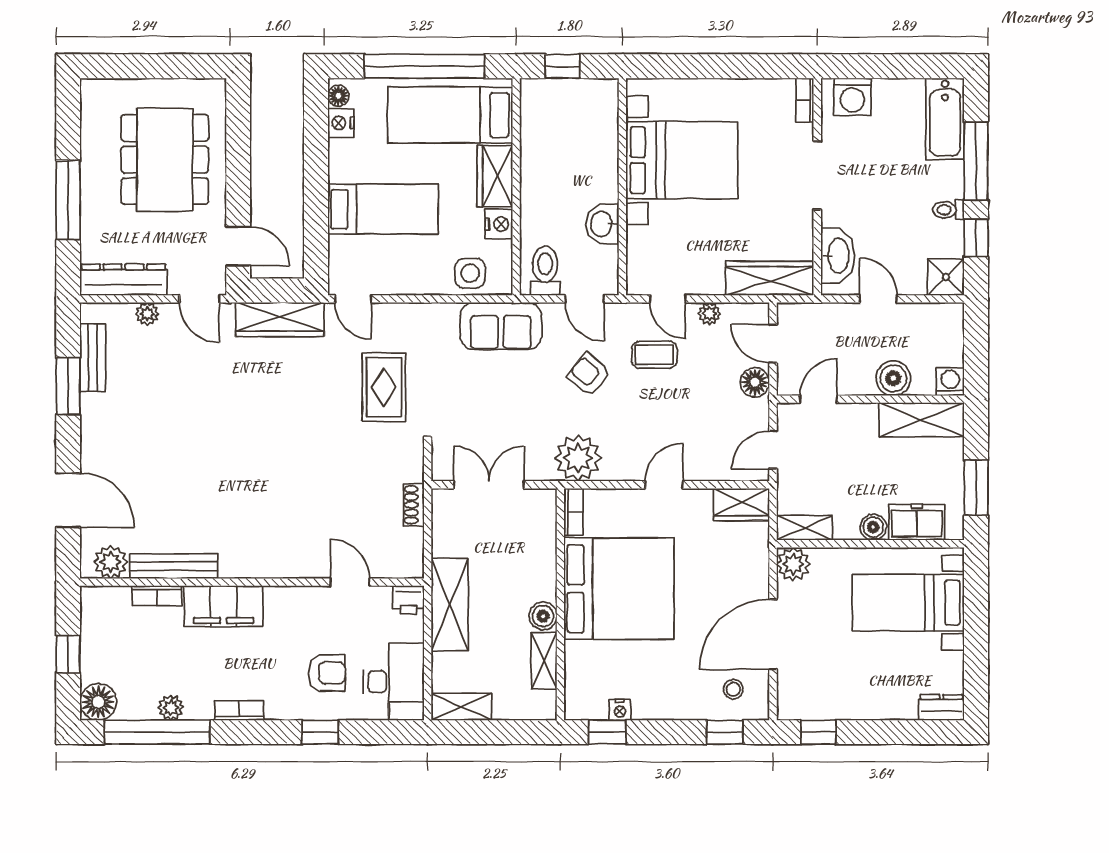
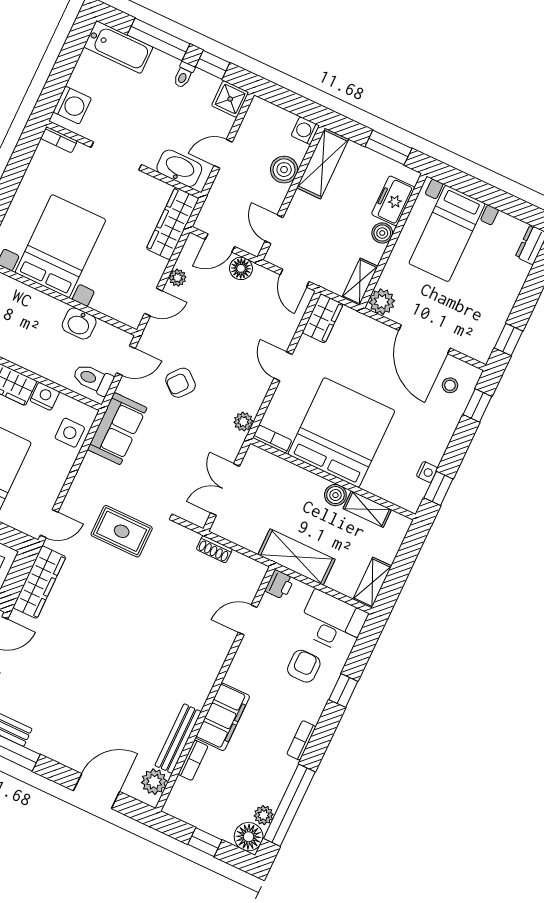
coffee table: (654, 355) -> (188, 330), removed
plant: (578, 458) -> (243, 422), width x0.53, depth x0.53
plant: (171, 708) -> (264, 815), moved

